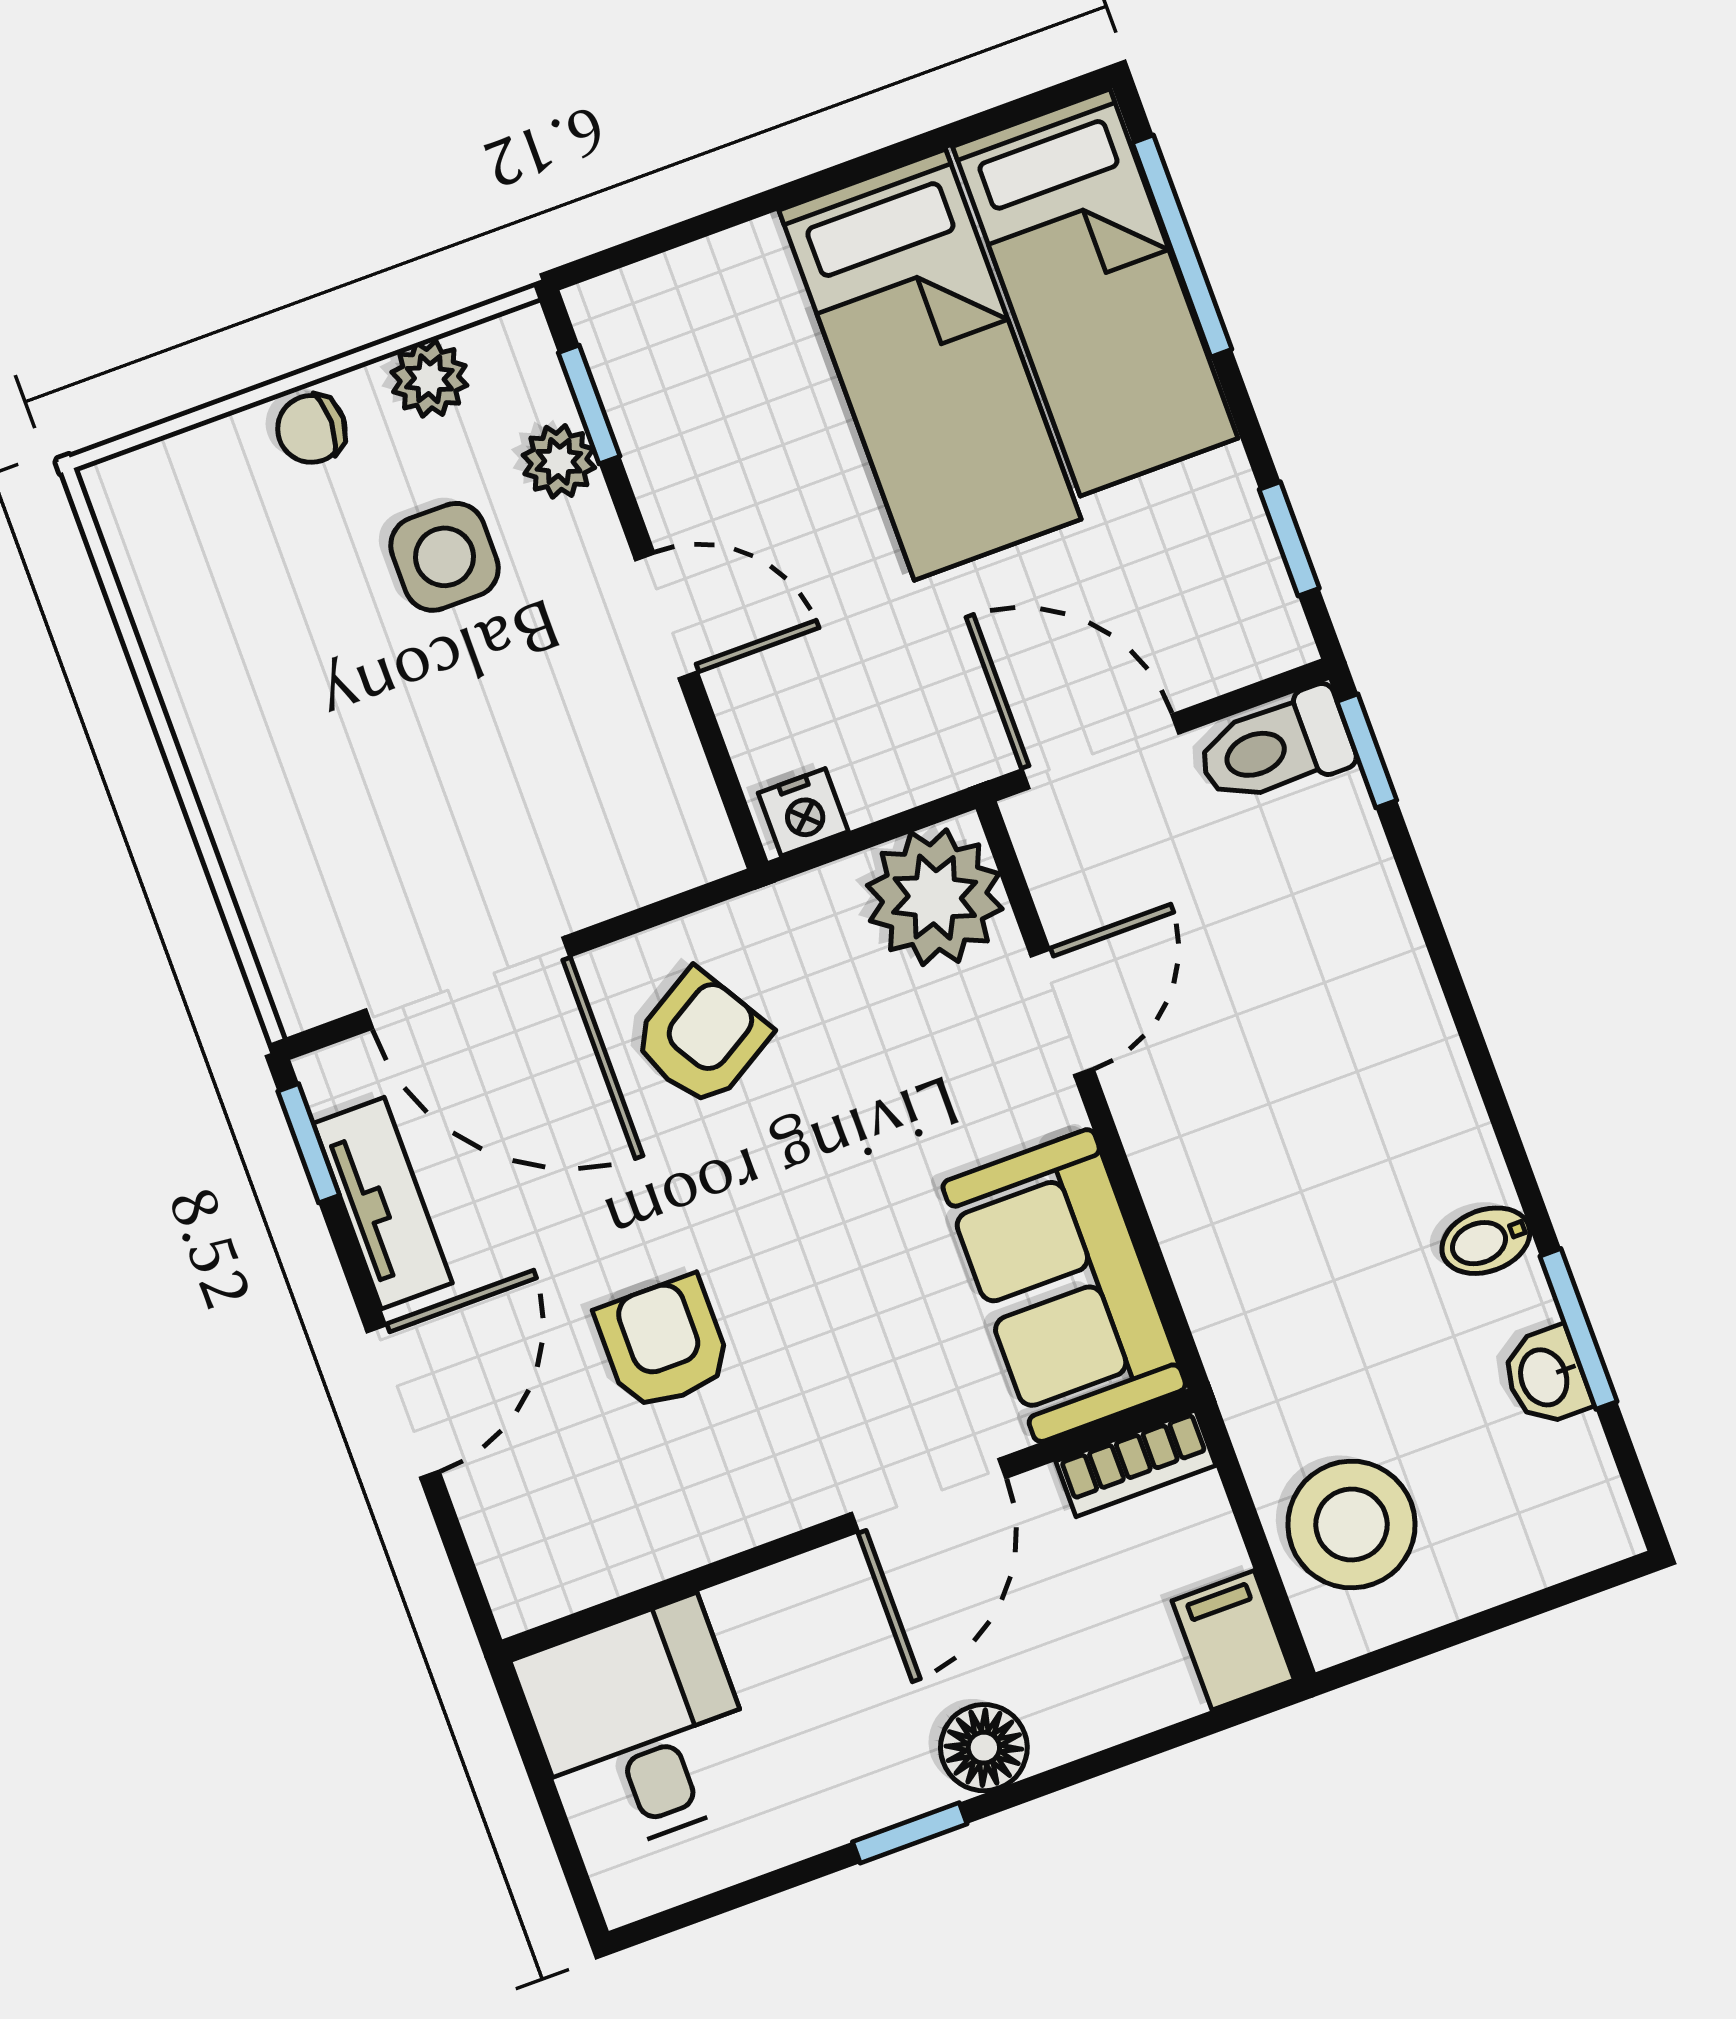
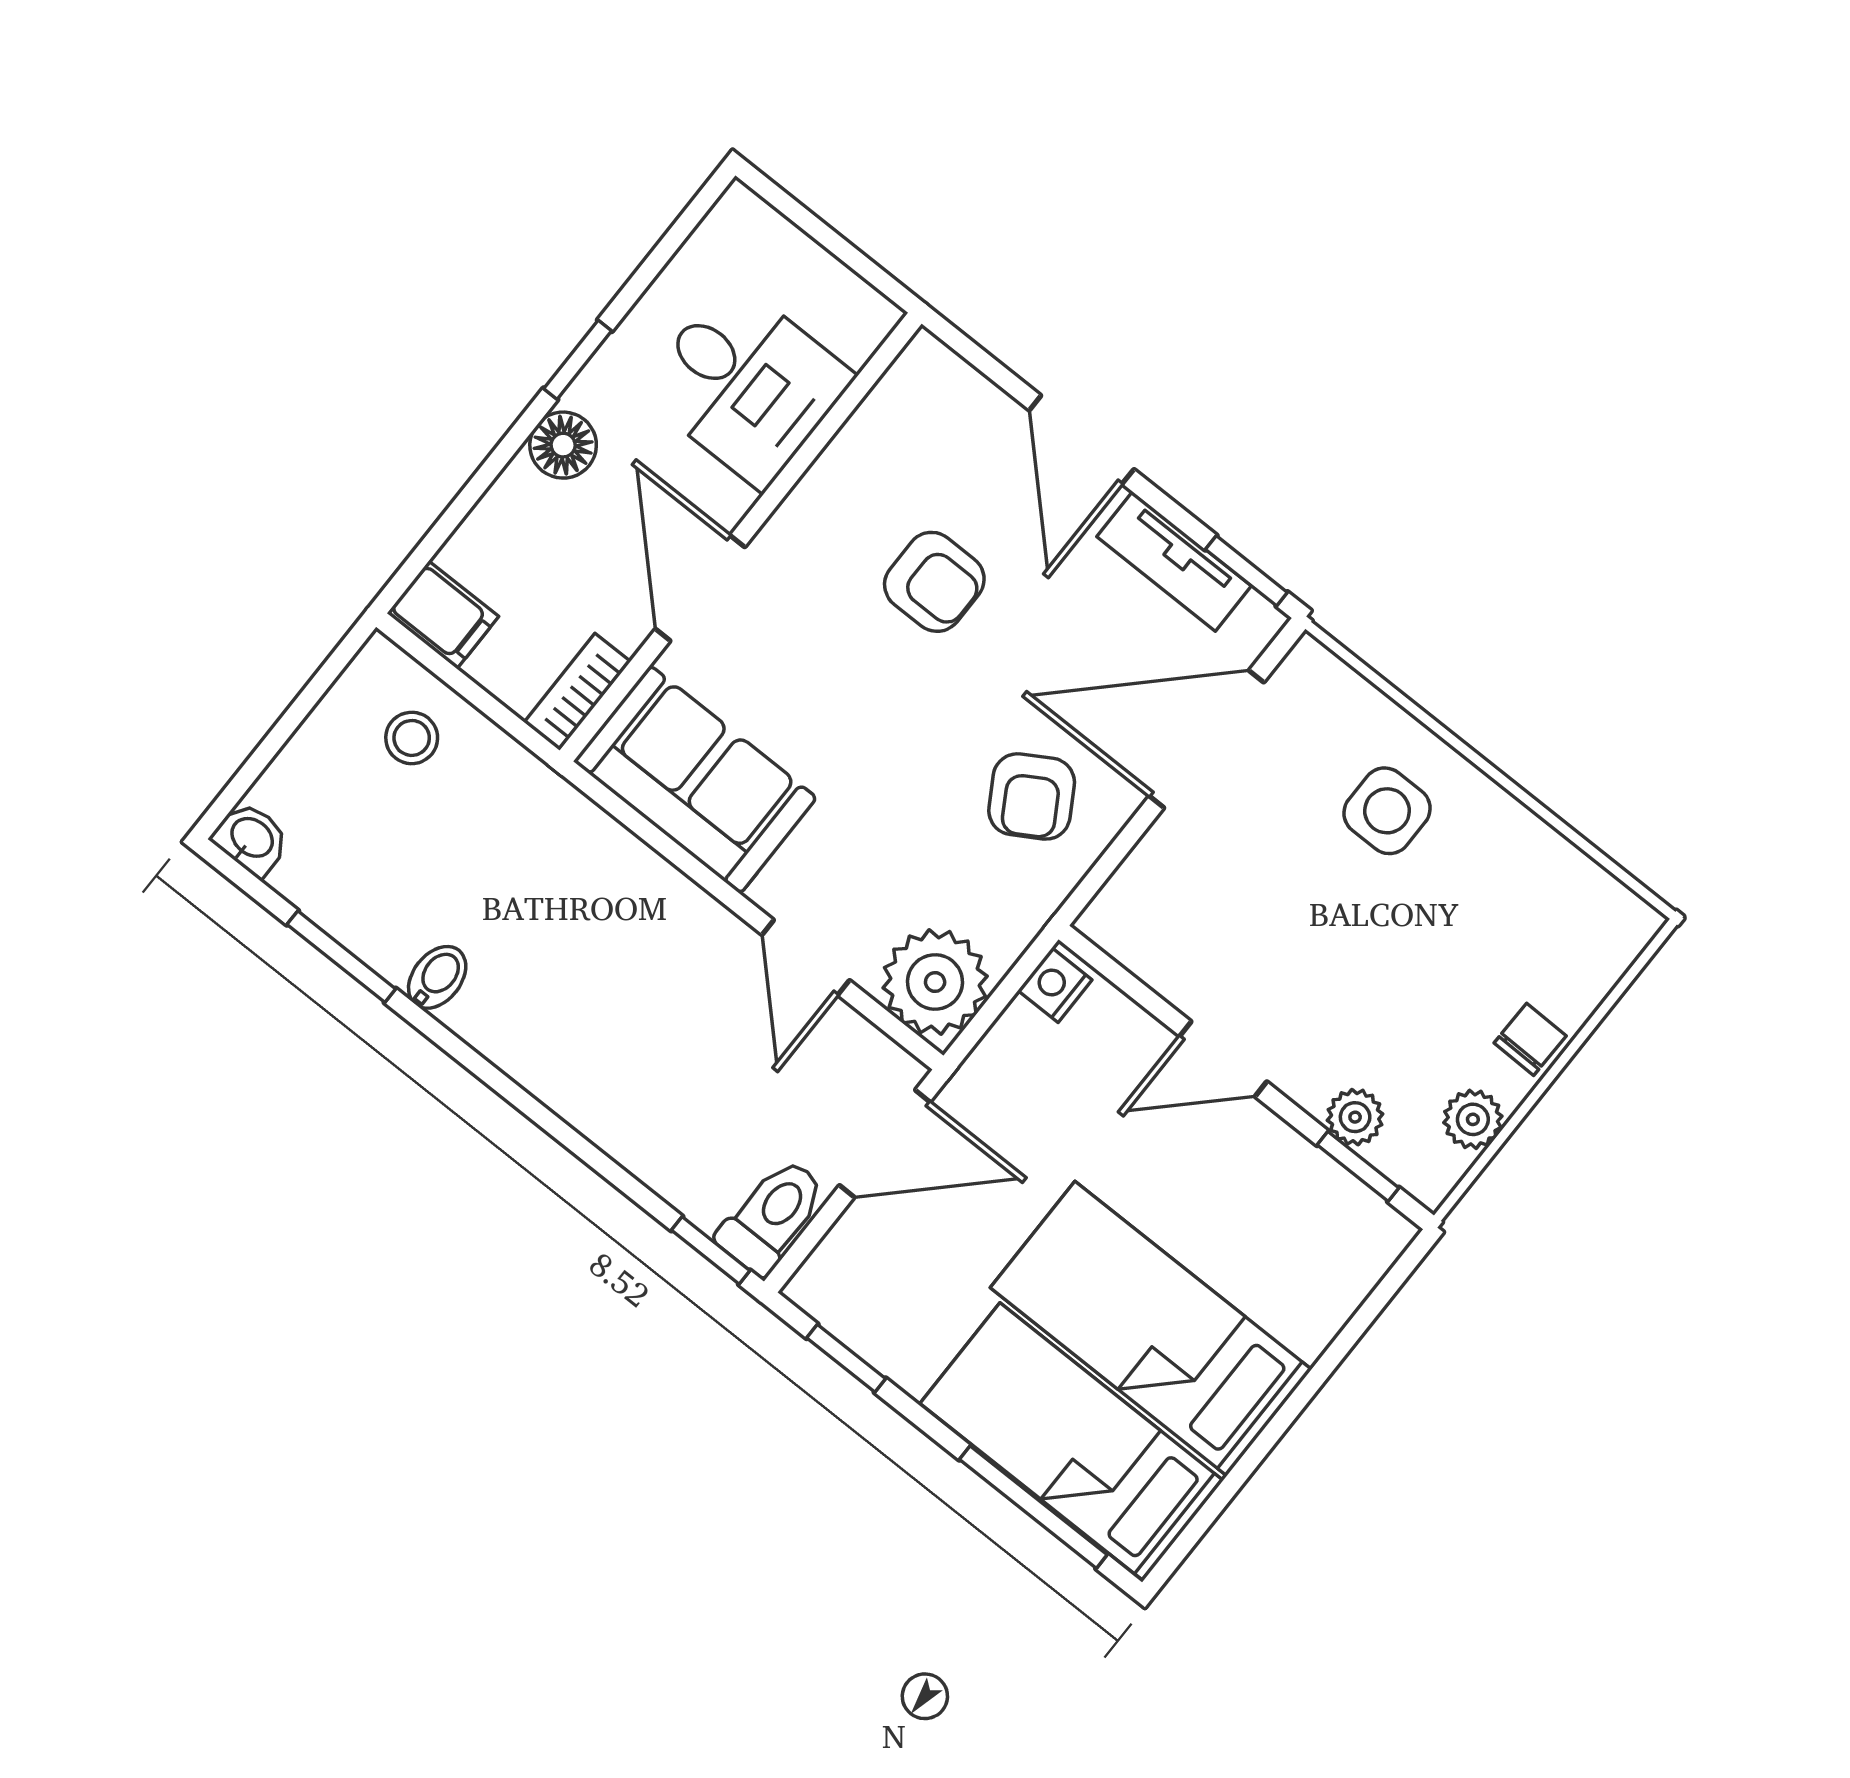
side table: (444, 557) -> (1387, 811), moved
washbasin: (1546, 1377) -> (251, 839), moved
stool: (1351, 1525) -> (412, 738), width x0.53, depth x0.53
desk: (640, 1727) -> (746, 384), moved

